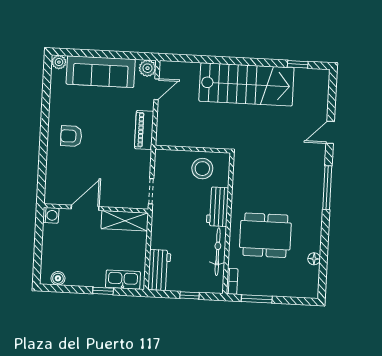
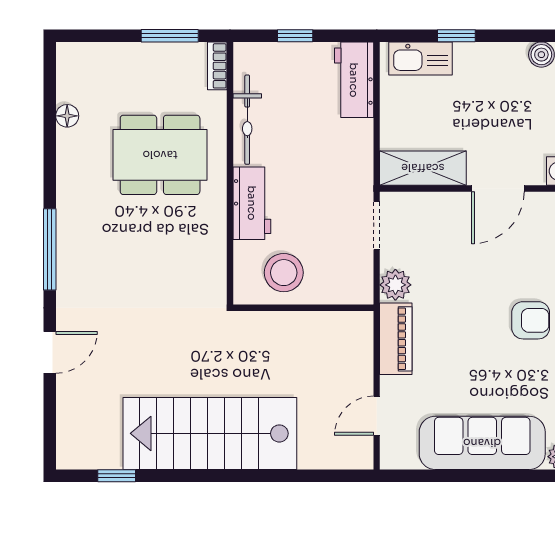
plant: (147, 68) -> (395, 285), moved

